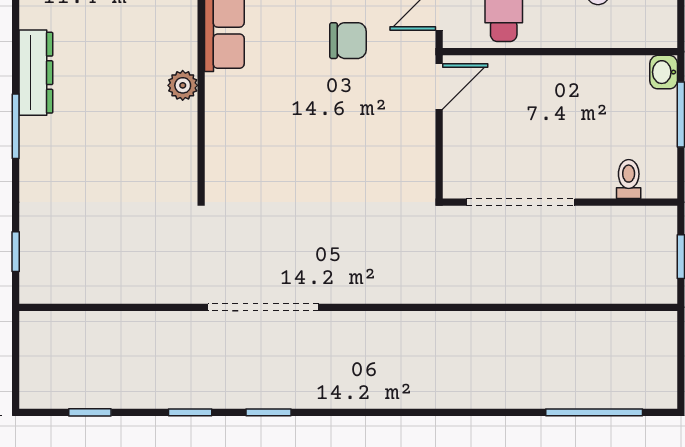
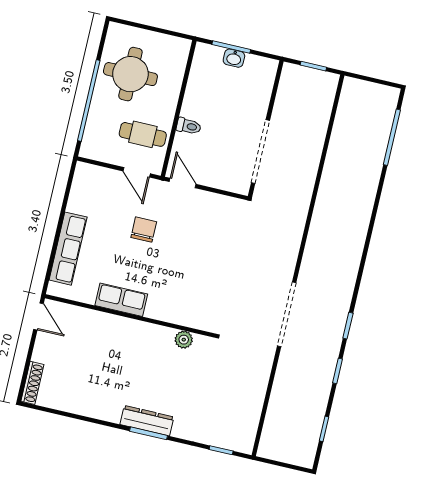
washbasin: (664, 72) -> (234, 58), moved
dresser: (36, 73) -> (147, 421), moved
plant: (183, 85) -> (184, 340), moved
toilet: (629, 179) -> (189, 126), moved, turned 180

